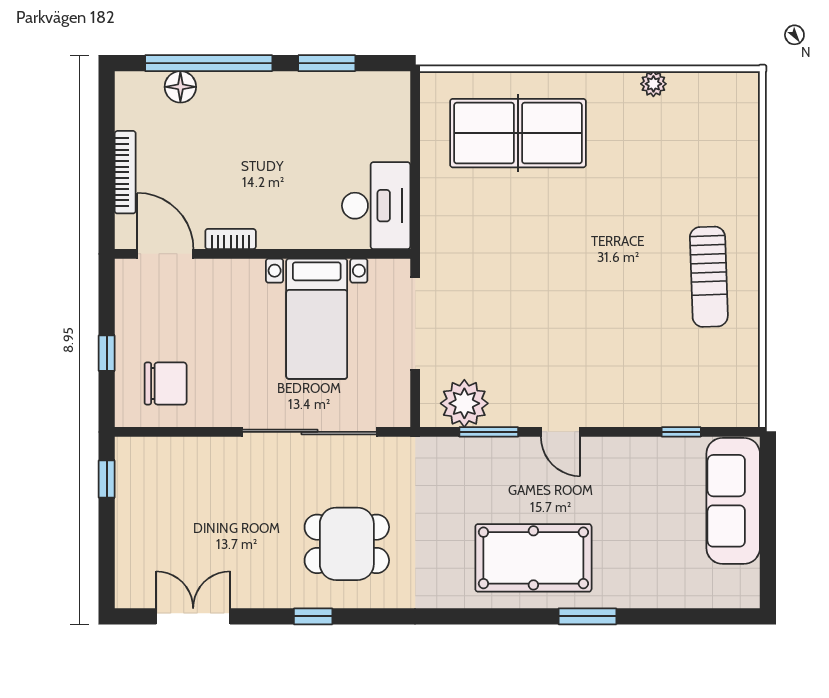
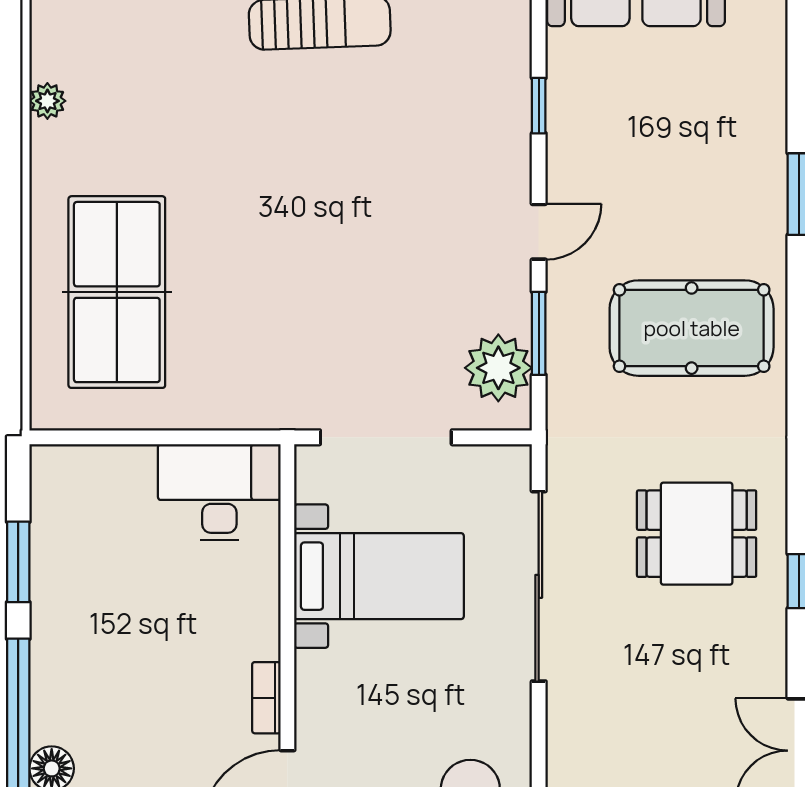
window: (681, 432) -> (539, 106), moved
dining table: (347, 544) -> (697, 534), turned 90
pool table: (533, 558) -> (692, 328), moved, turned 90

